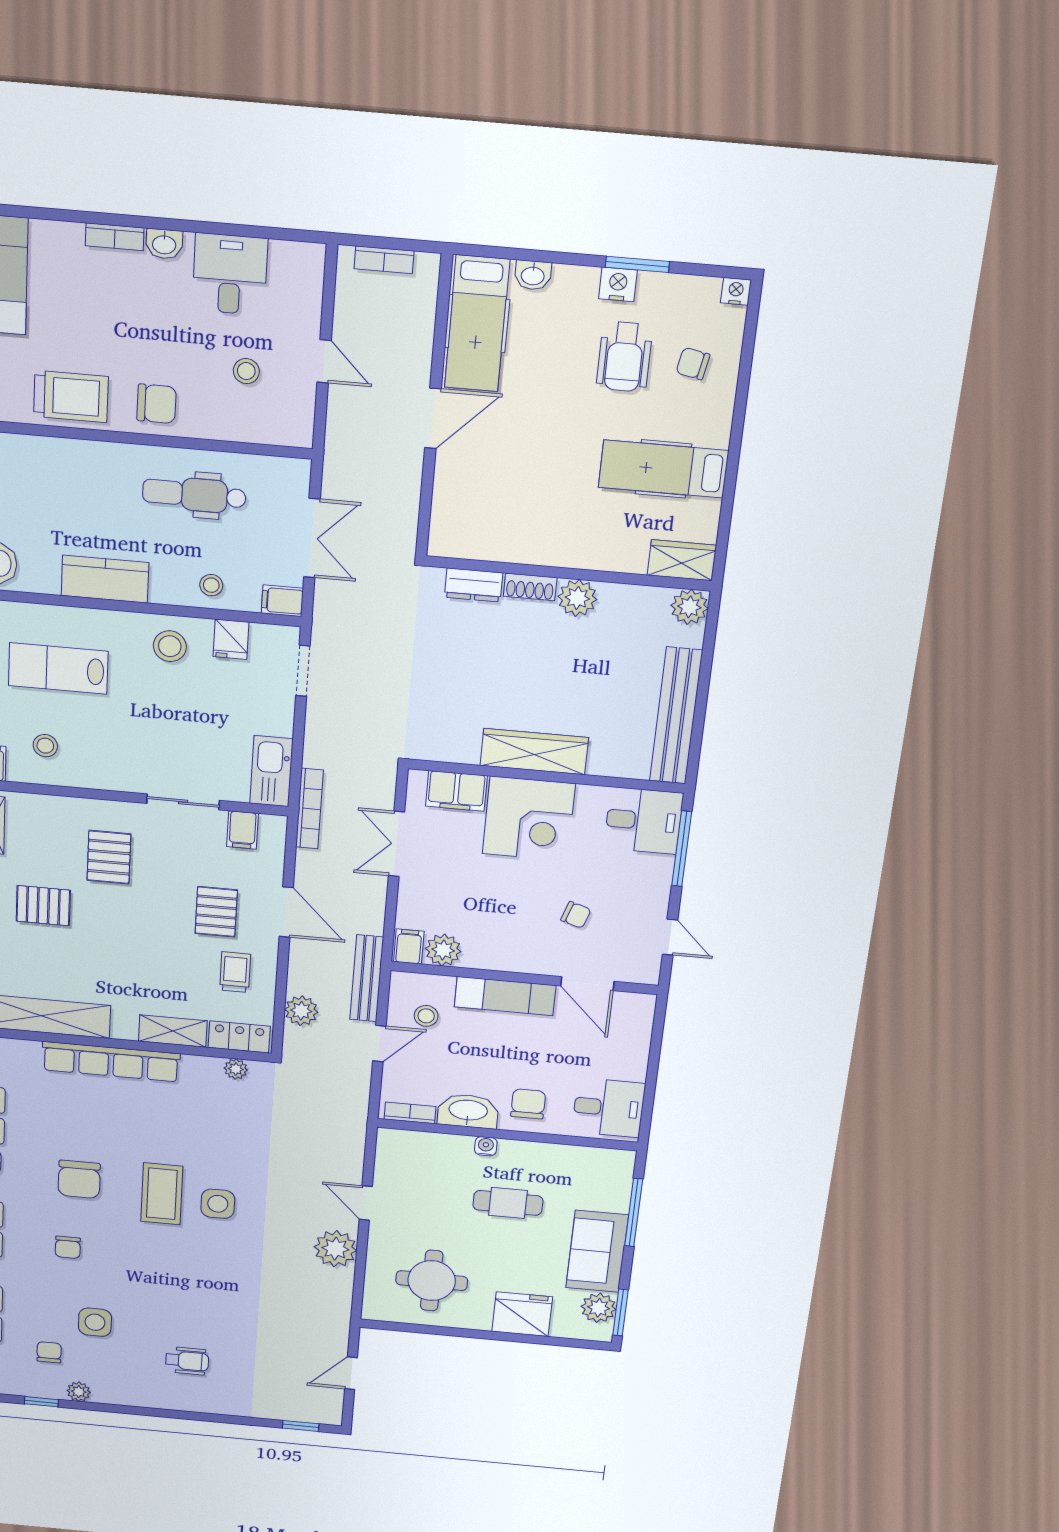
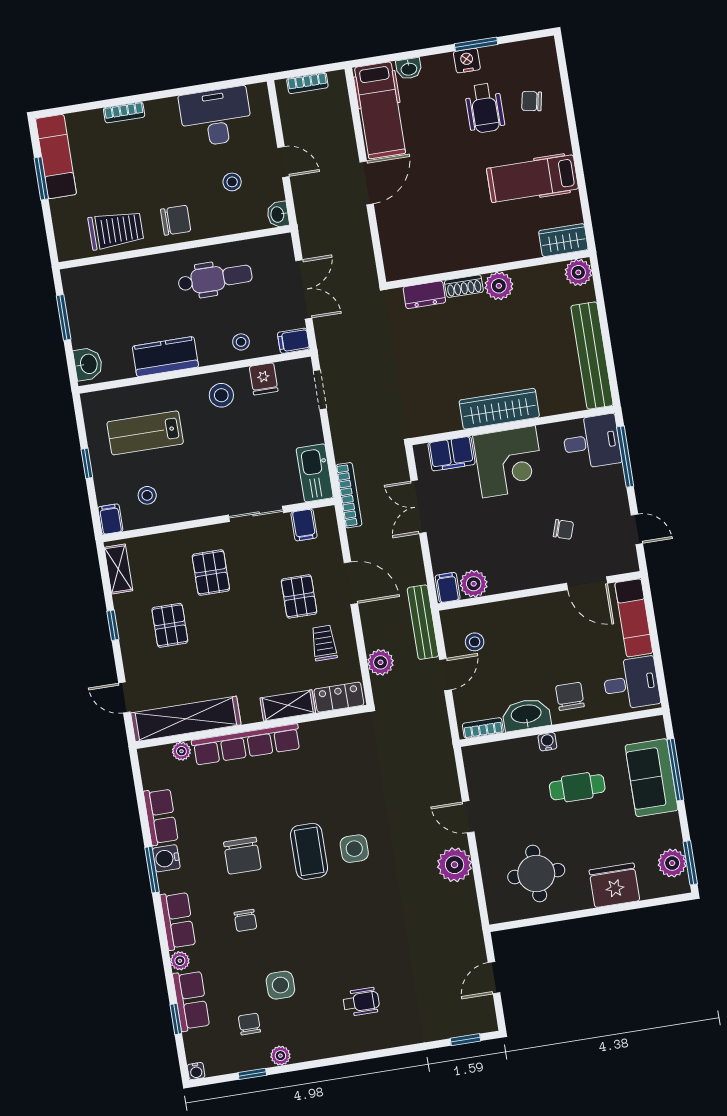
washbasin: (164, 244) -> (278, 214), moved, turned 90
desk: (230, 274) -> (216, 117), width x1.37
nightstand: (736, 291) -> (546, 46), removed
dental chair: (194, 495) -> (215, 279), turned 180
pallet: (43, 906) -> (170, 625), turned 90
exam couch: (505, 996) -> (634, 618), moved, turned 90
plant: (236, 1069) -> (181, 751), moved
sofa: (597, 1251) -> (651, 778), moved

